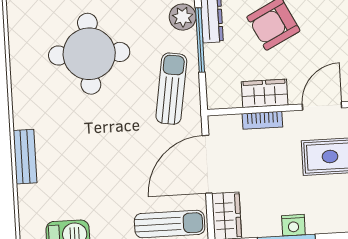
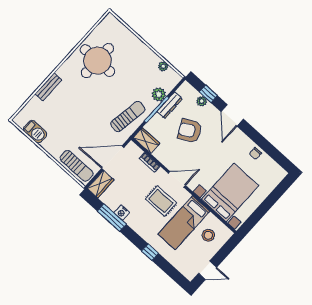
round table: (89, 54) -> (97, 61), moved
wardrobe: (265, 93) -> (147, 141), moved

